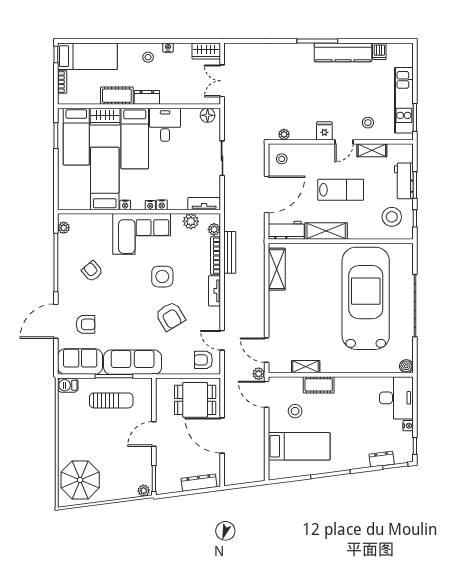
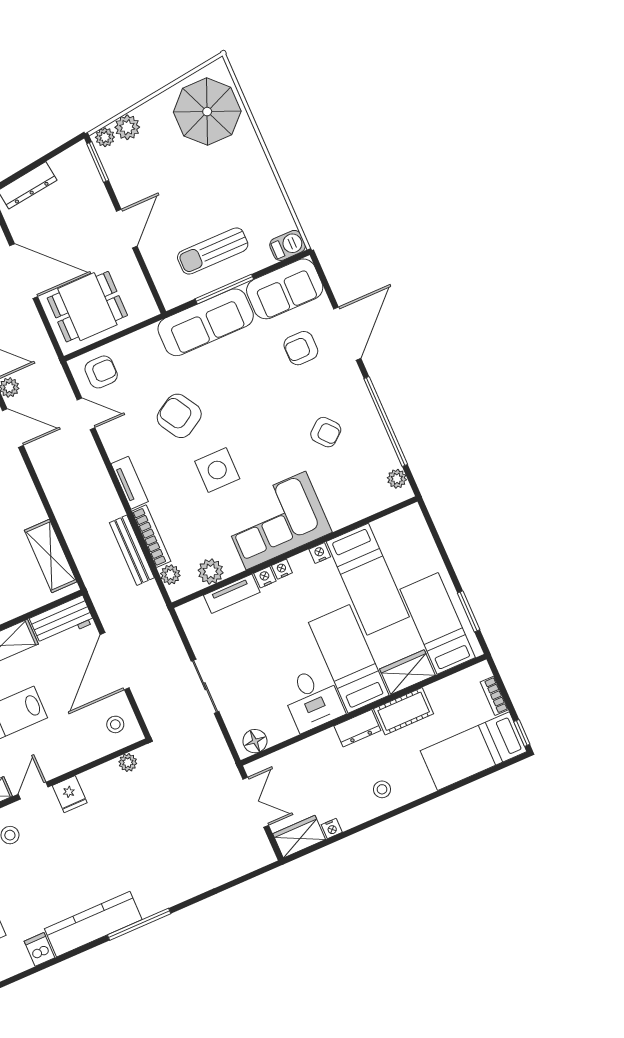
nightstand: (168, 48) -> (332, 828), moved
tv unit: (204, 204) -> (232, 594), moved
plant: (129, 491) -> (127, 127), added

